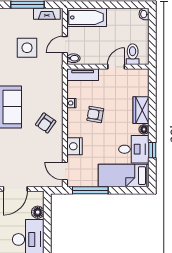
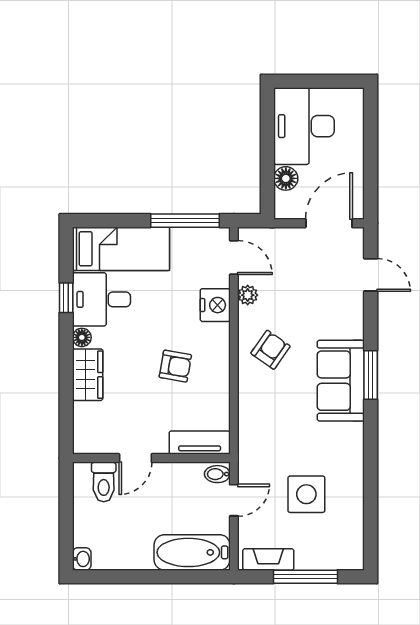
nightstand: (71, 103) -> (221, 388), removed
plant: (58, 151) -> (248, 295), added

